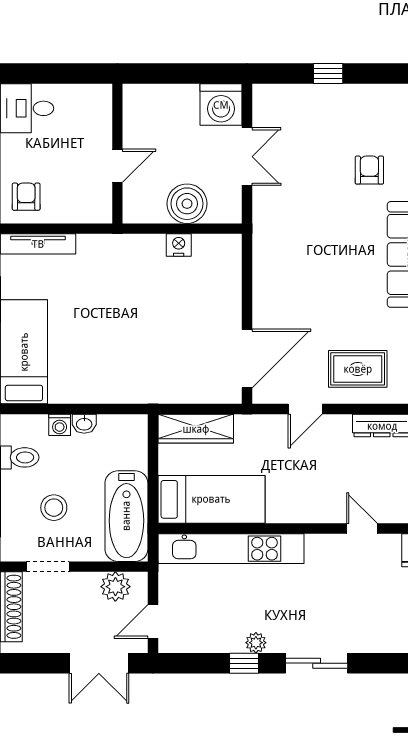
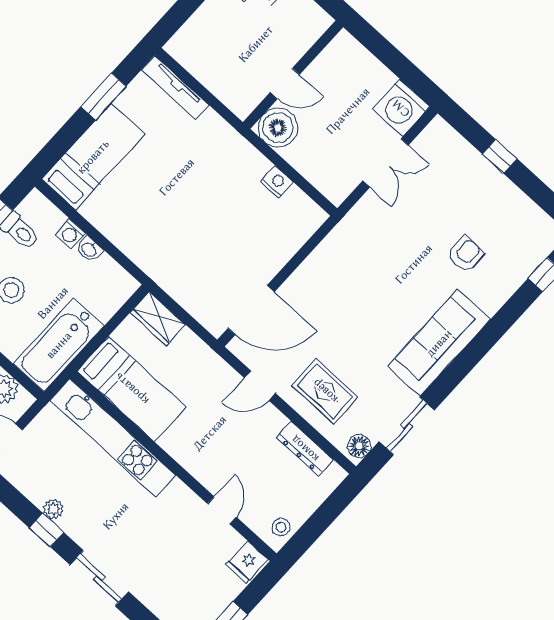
armchair: (26, 197) -> (198, 45), removed
boiler: (187, 204) -> (278, 128), moved
wardrobe: (196, 429) -> (158, 319), width x0.67
plant: (256, 643) -> (53, 509), moved

